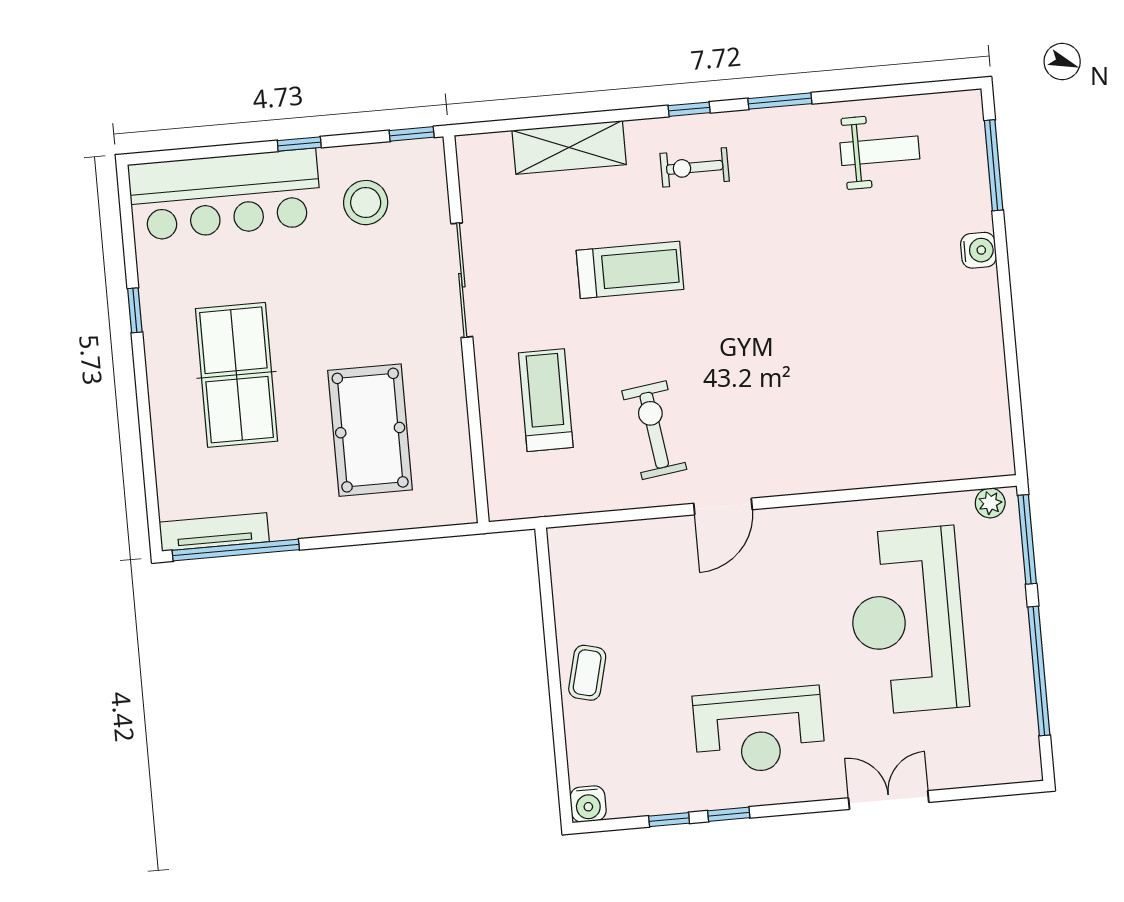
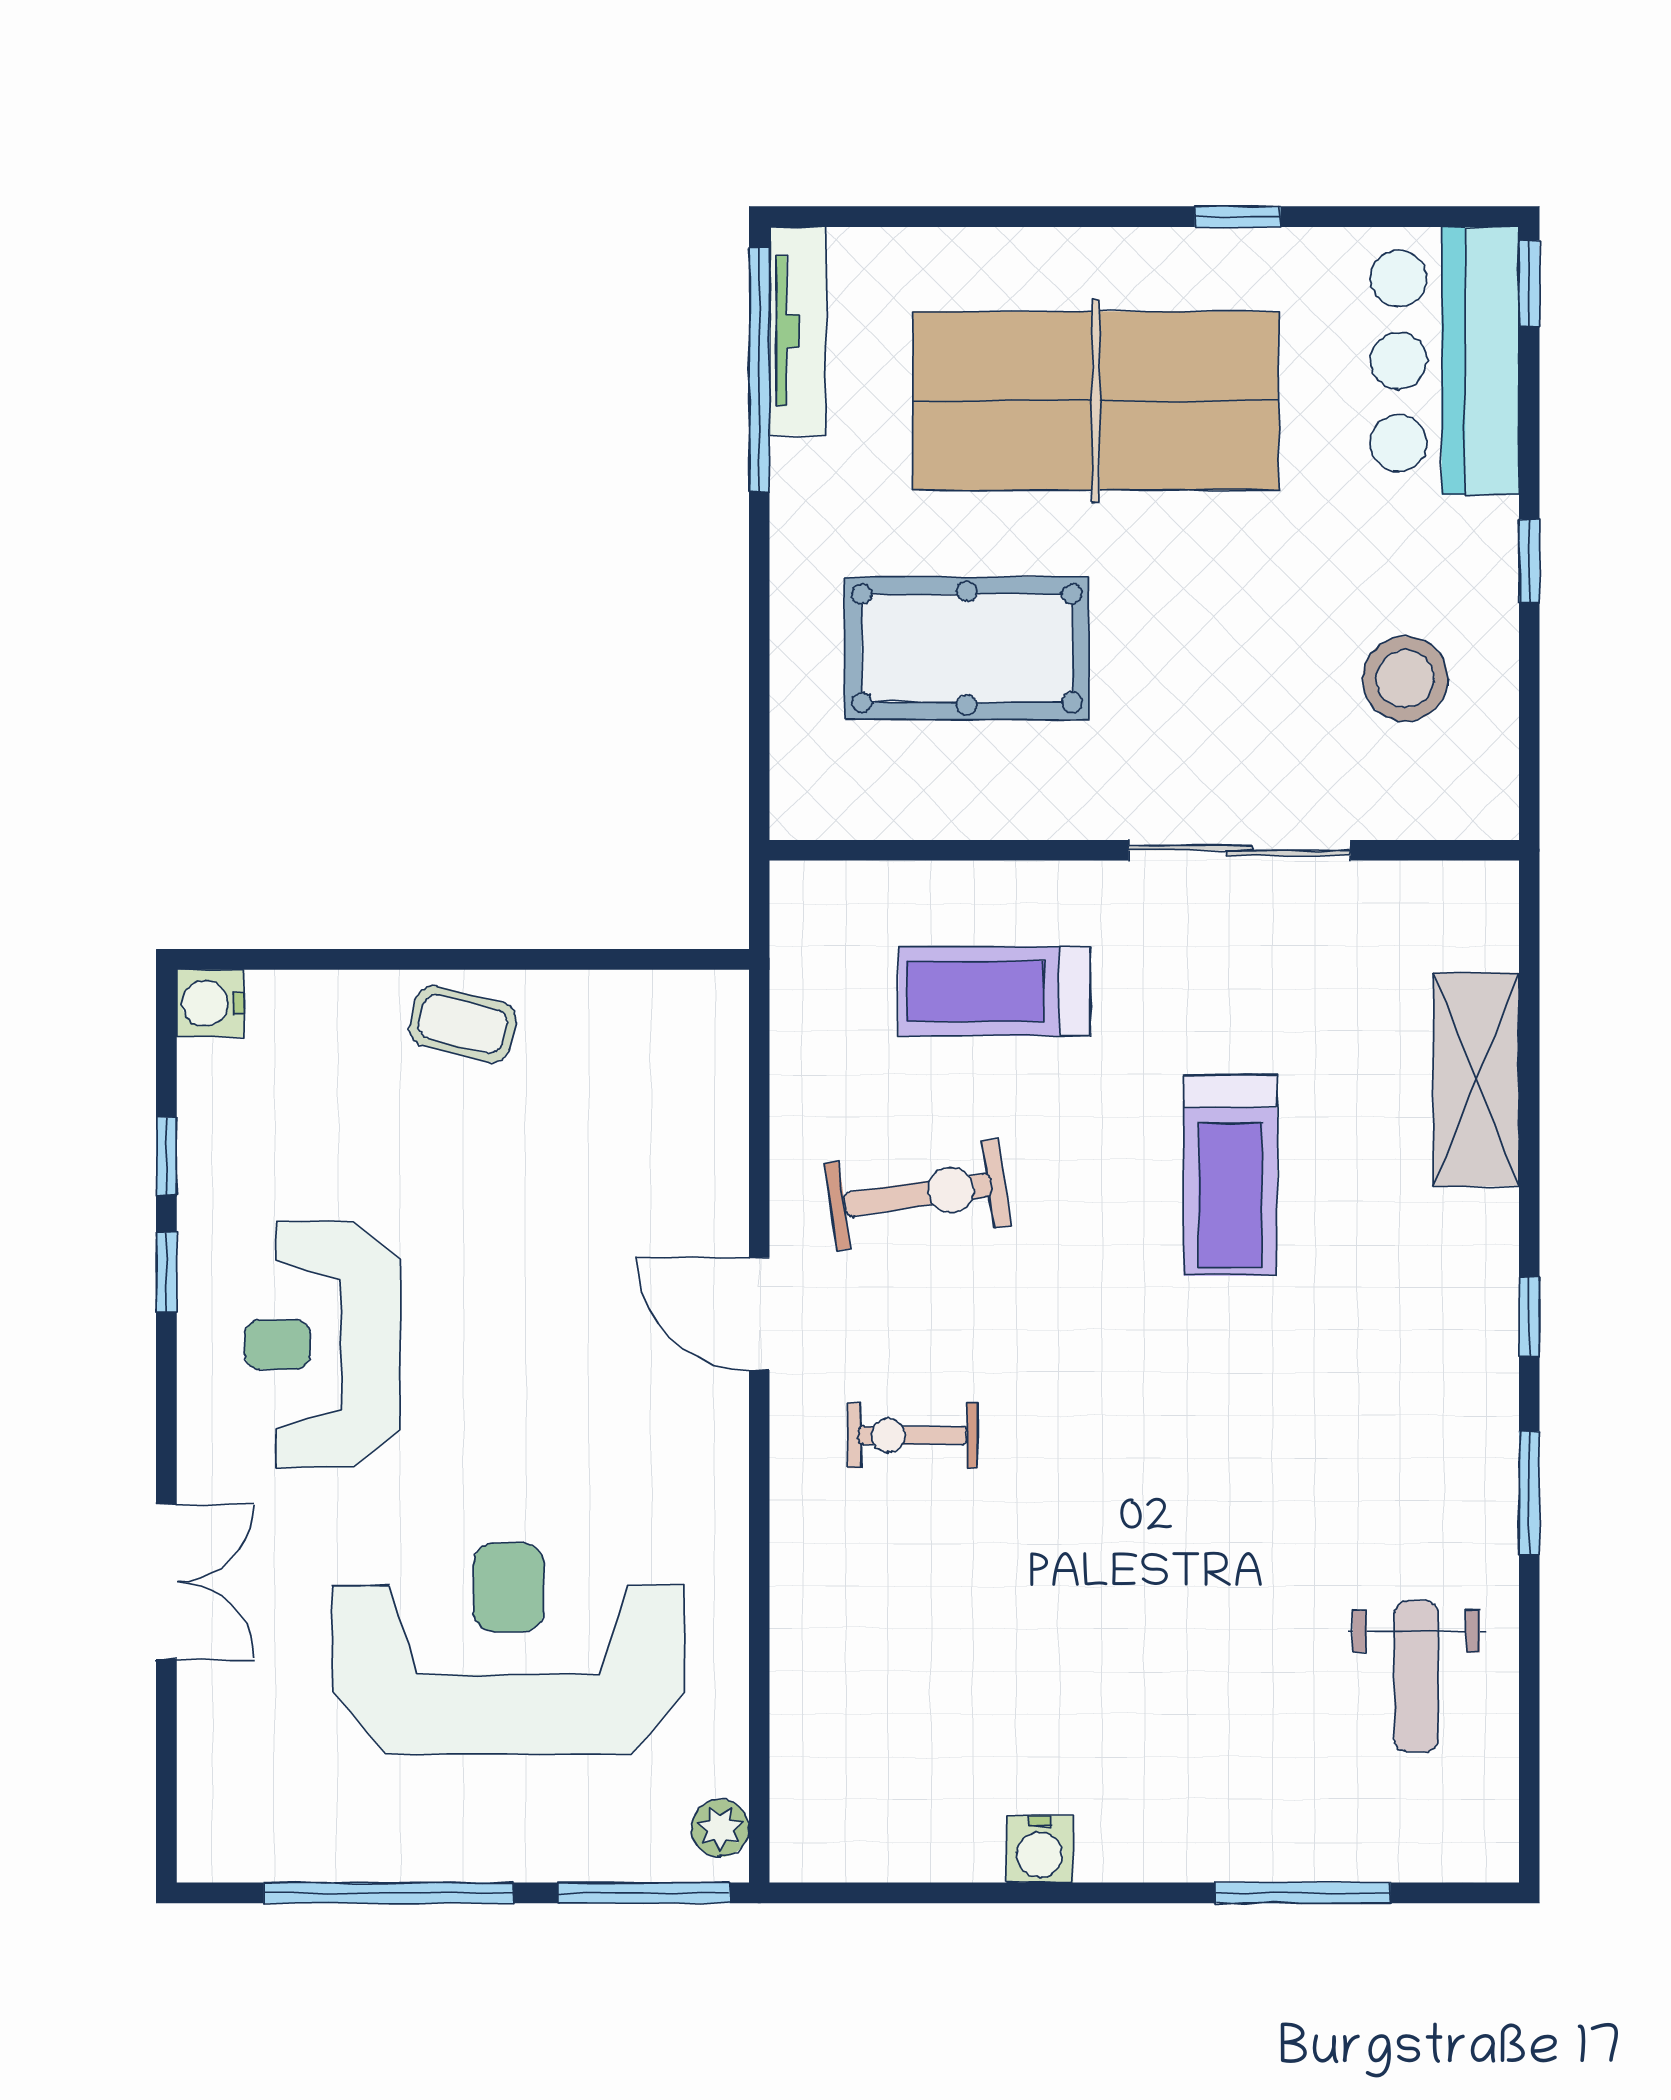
window: (412, 134) -> (1529, 283), moved
window: (994, 165) -> (1303, 1893), moved
exercise bike: (695, 167) -> (913, 1435), moved, turned -90
bar counter: (225, 195) -> (1445, 361), width x0.73
water cooler: (979, 250) -> (1040, 1849), moved
table tennis table: (236, 375) -> (1096, 401), width x1.36, depth x1.32
treadmill: (546, 400) -> (994, 991), turned 180

